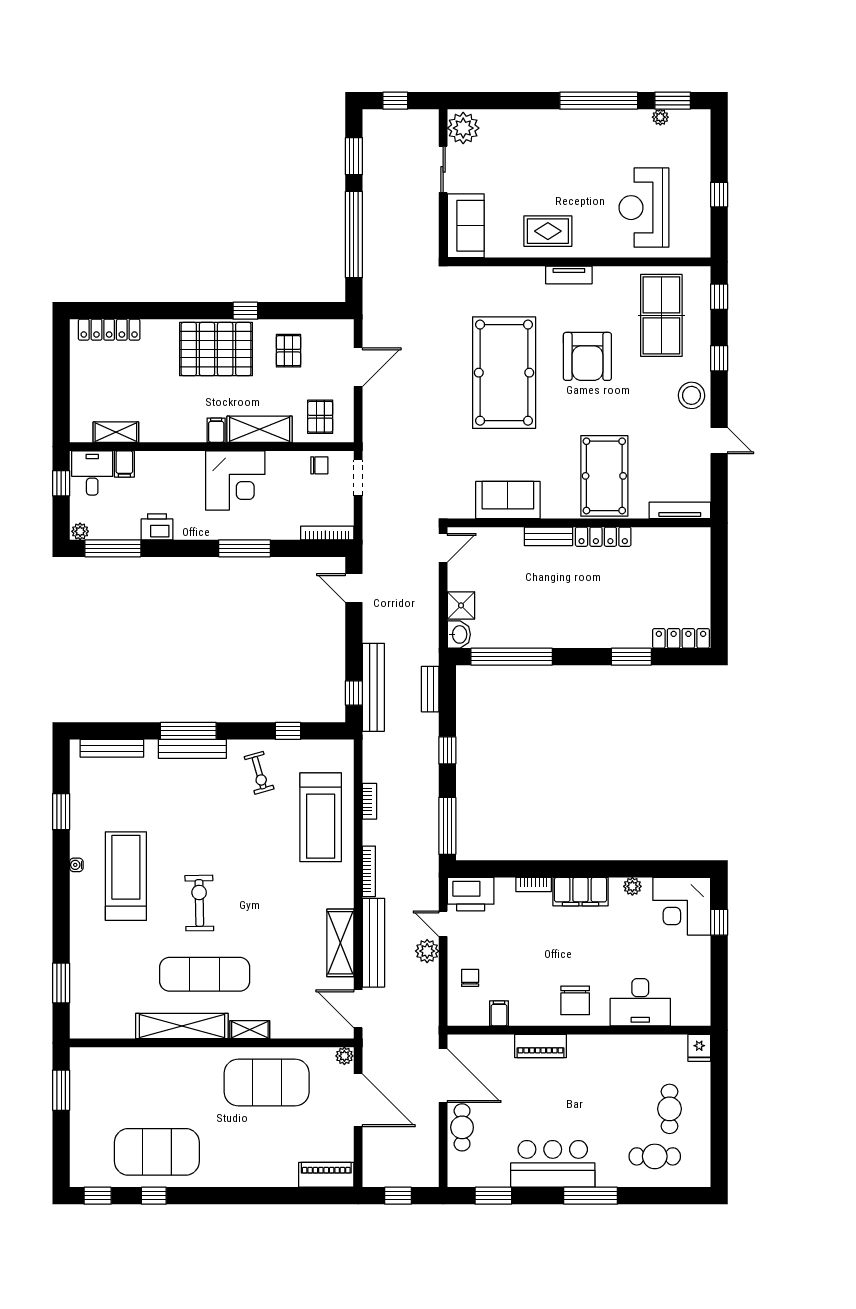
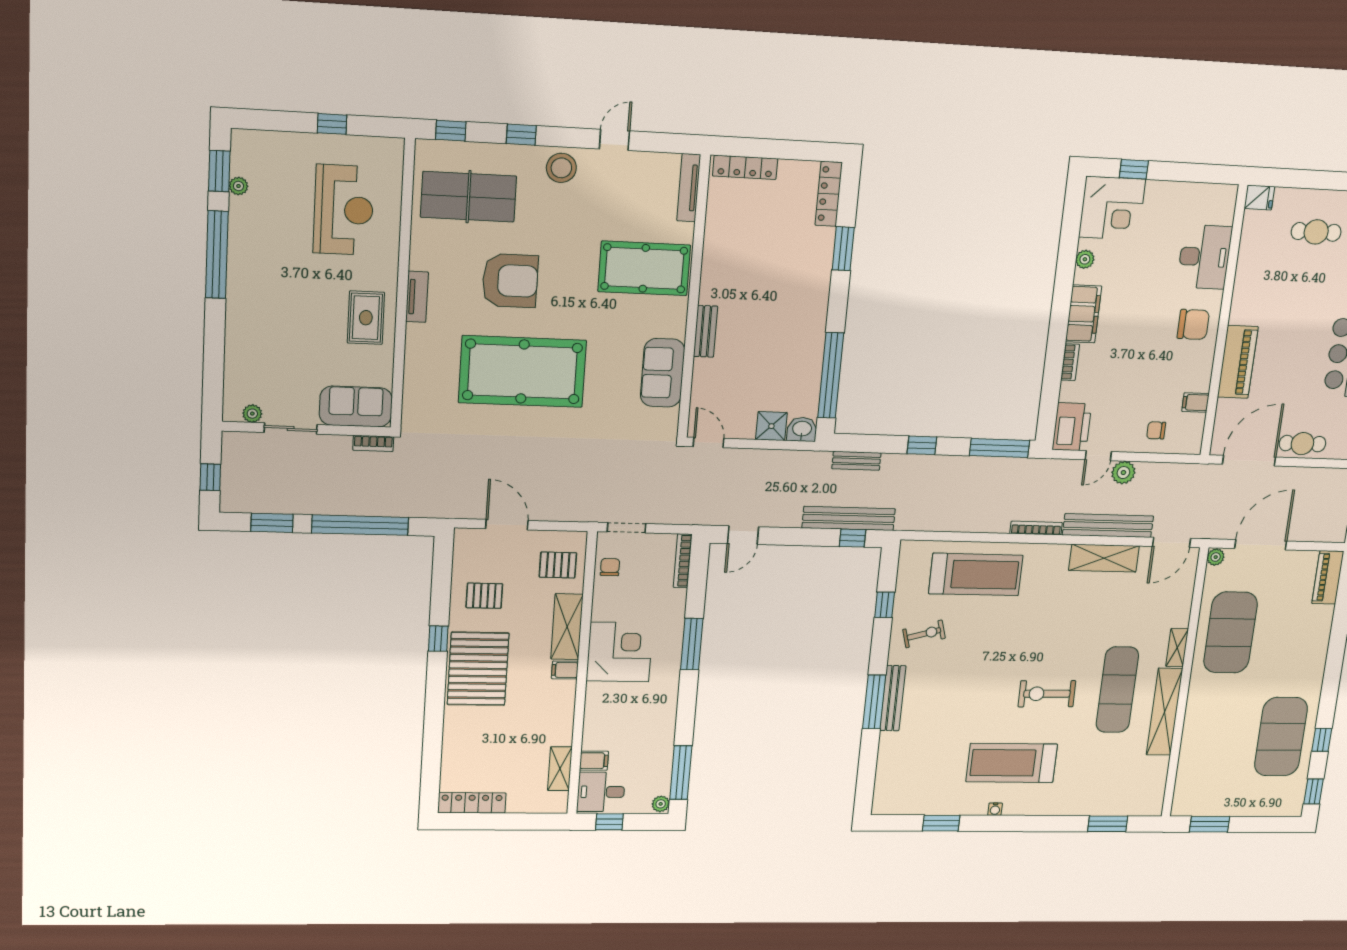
plant: (463, 128) -> (252, 414), width x0.53, depth x0.53
reception desk: (644, 208) -> (344, 210), turned -90
locker: (109, 330) -> (472, 803), moved, turned -90
printer: (157, 527) -> (662, 730), removed
locker: (603, 537) -> (745, 167), moved, turned 90
bench: (112, 748) -> (884, 775), removed
bookcase: (370, 801) -> (373, 443), moved, turned 180
piano: (541, 1046) -> (1238, 362), width x1.37, depth x1.33

